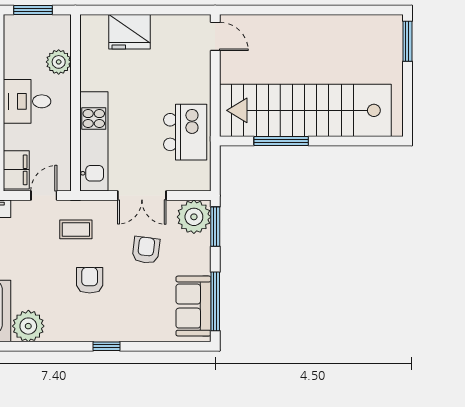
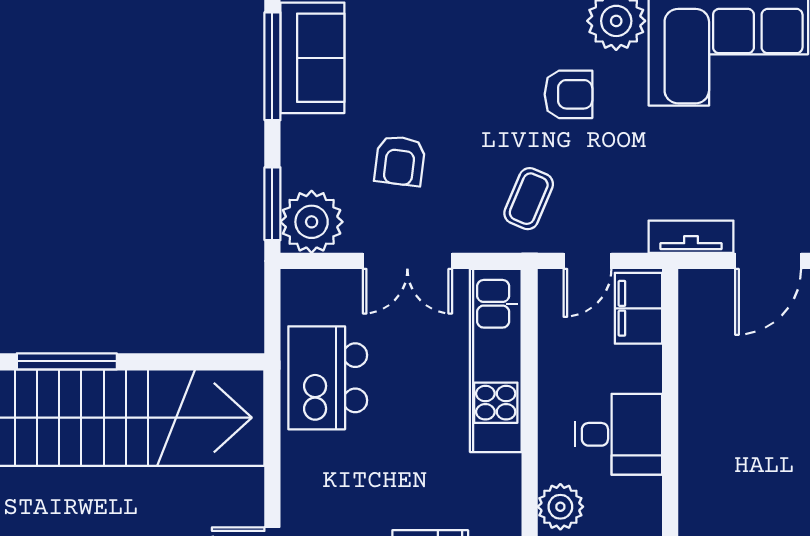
window: (281, 141) -> (67, 361), moved
double door: (142, 196) -> (407, 261), swing flipped
coffee table: (76, 229) -> (529, 199), turned -67
armchair: (90, 280) -> (568, 94), moved, turned -90

